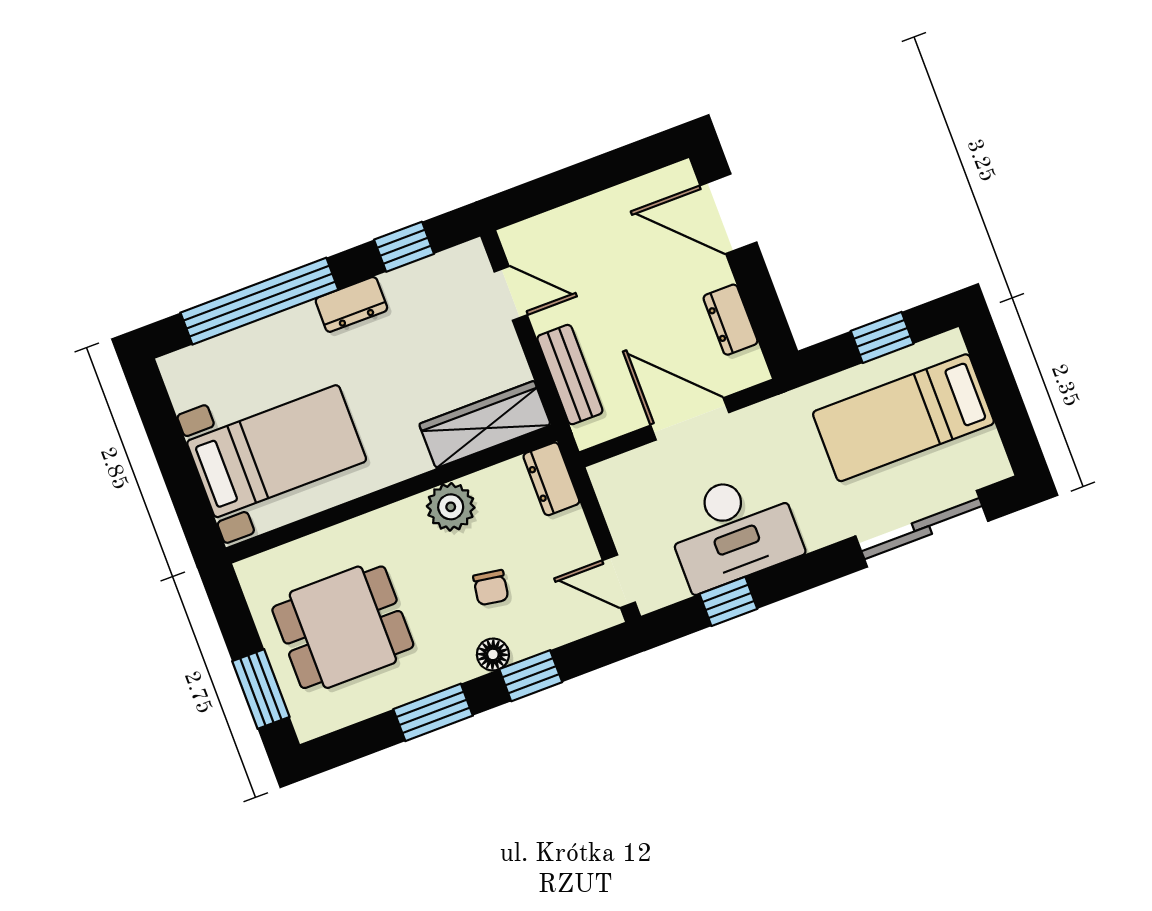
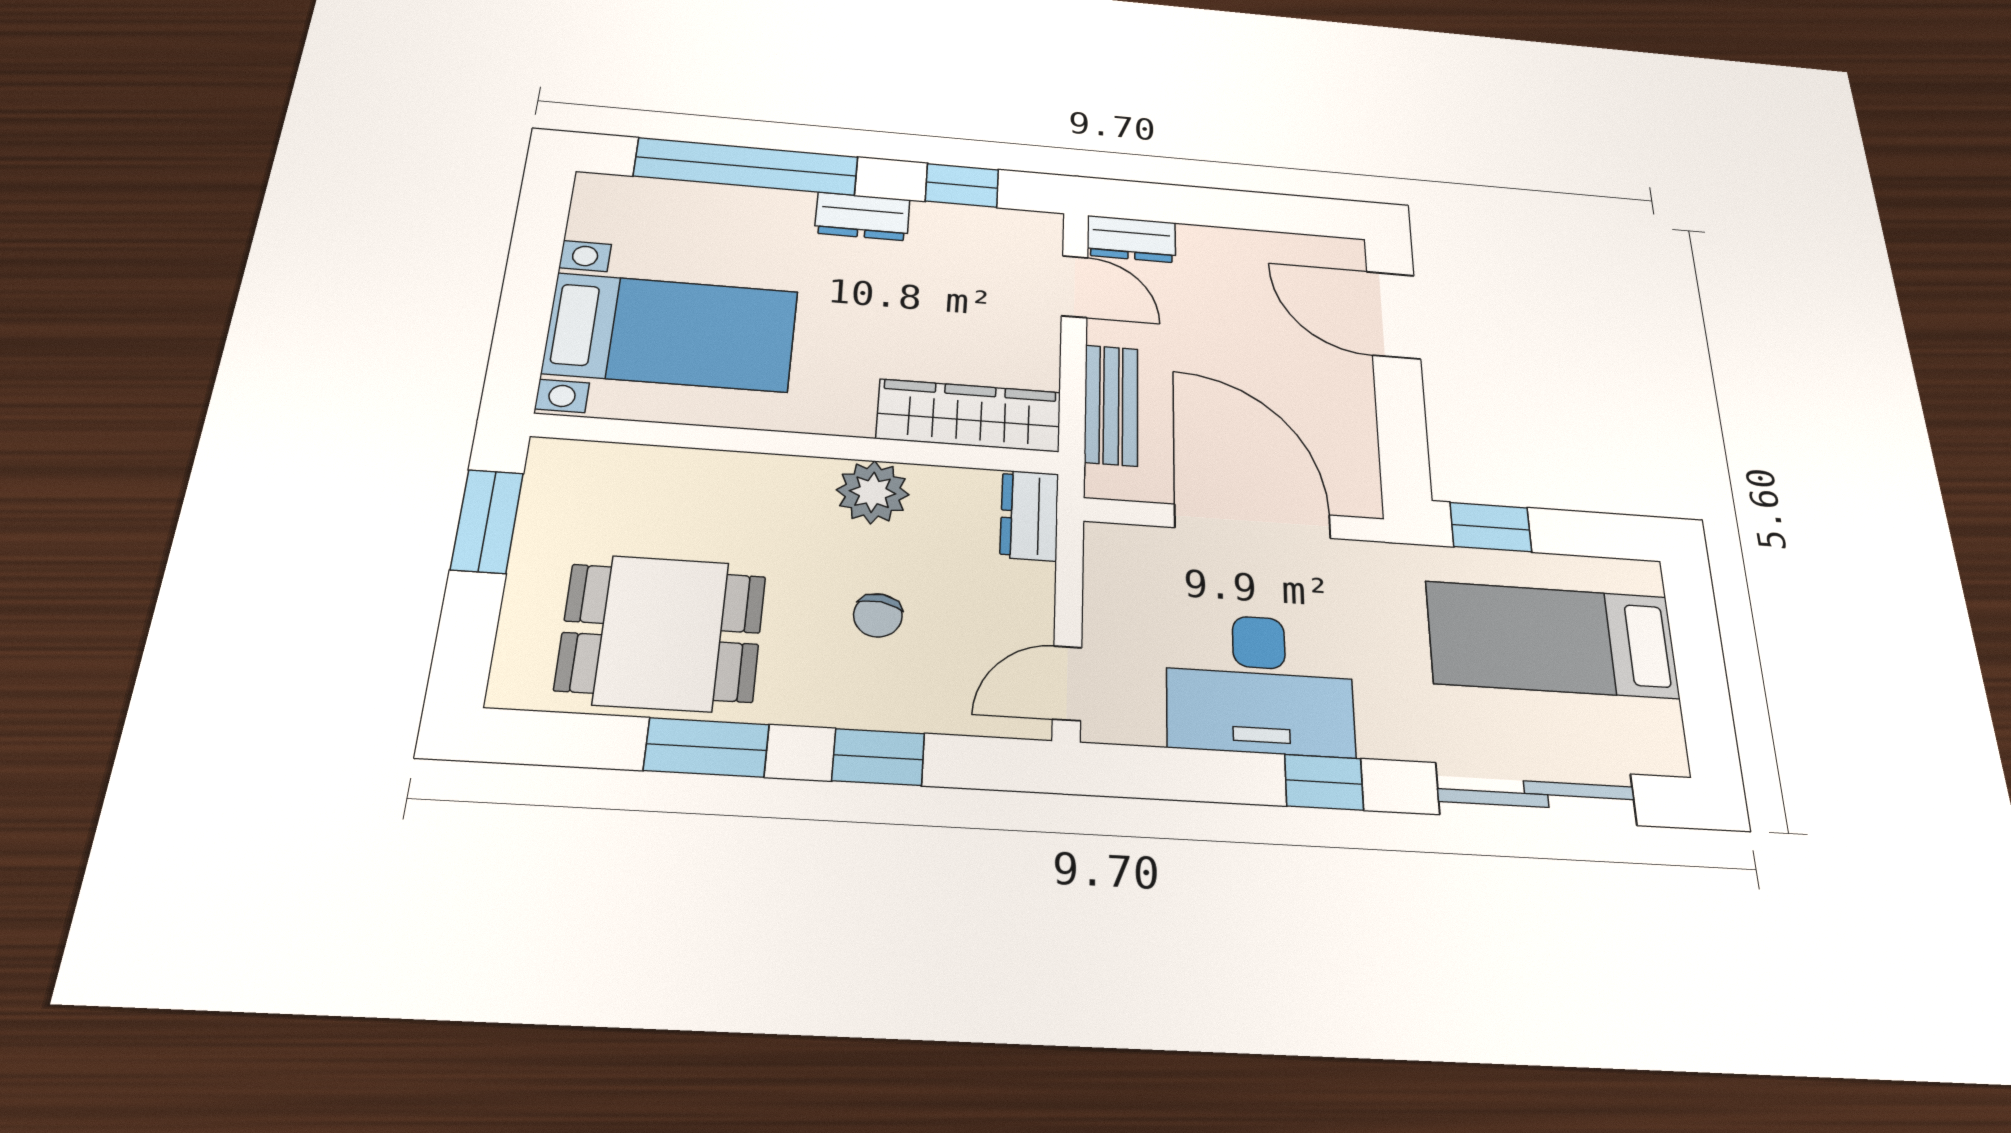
dresser: (730, 320) -> (1131, 239), moved, turned -90
window: (882, 337) -> (1491, 527), moved
door: (690, 419) -> (1253, 521), width x1.36
door: (619, 581) -> (1067, 683), hinge flipped
window: (728, 601) -> (1324, 782), moved
dining table: (343, 627) -> (662, 633), moved
floor lamp: (493, 654) -> (837, 705), removed
window: (261, 689) -> (487, 521), moved

